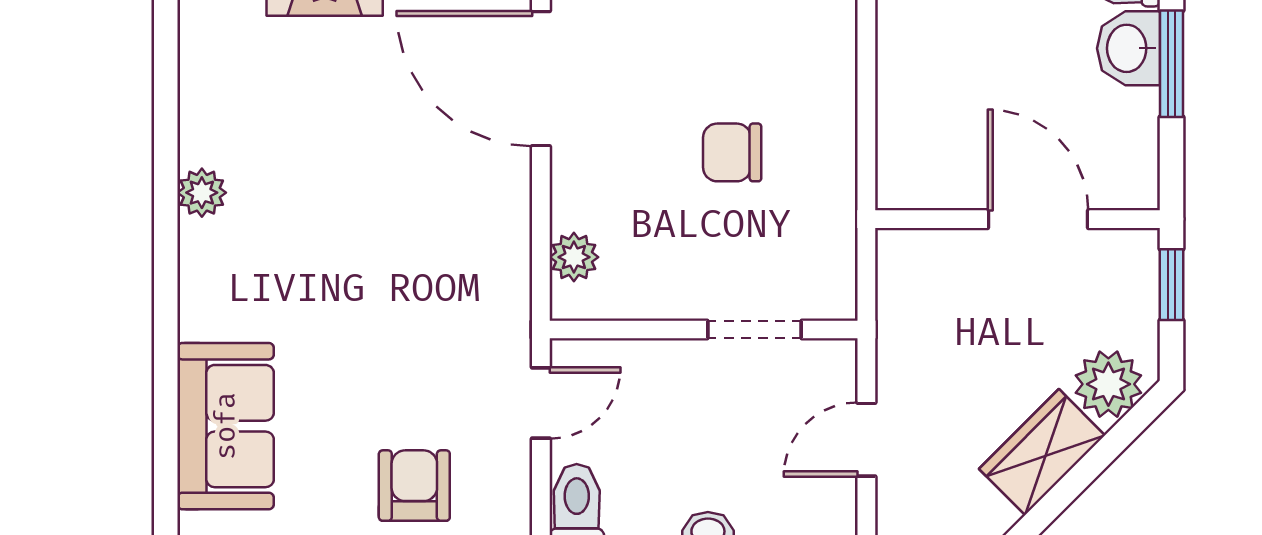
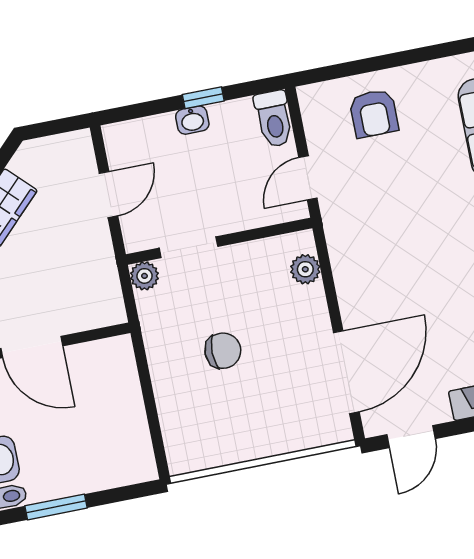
door: (541, 79) -> (346, 372), hinge flipped
plant: (834, 297) -> (144, 276), added

